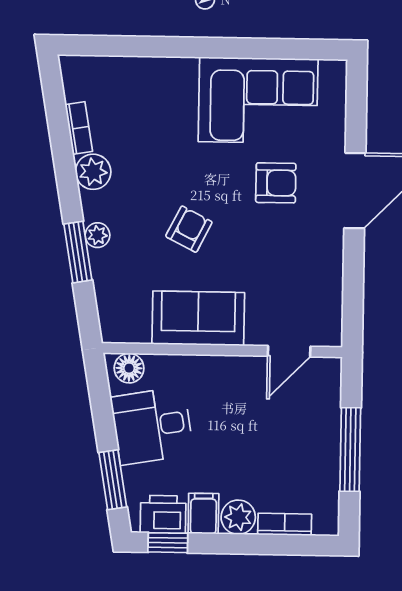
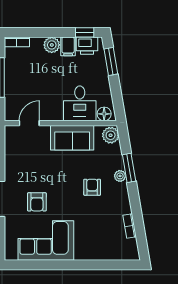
plant: (93, 172) -> (111, 135), moved
armchair: (276, 183) -> (37, 202), turned -90
armchair: (189, 229) -> (92, 187), moved, turned 153
desk: (152, 426) -> (80, 103), moved, turned 100
bookcase: (285, 524) -> (17, 42), moved

